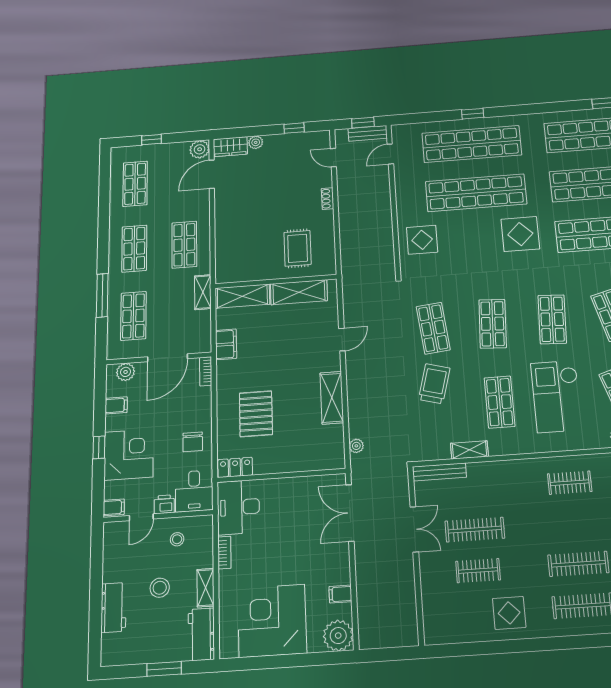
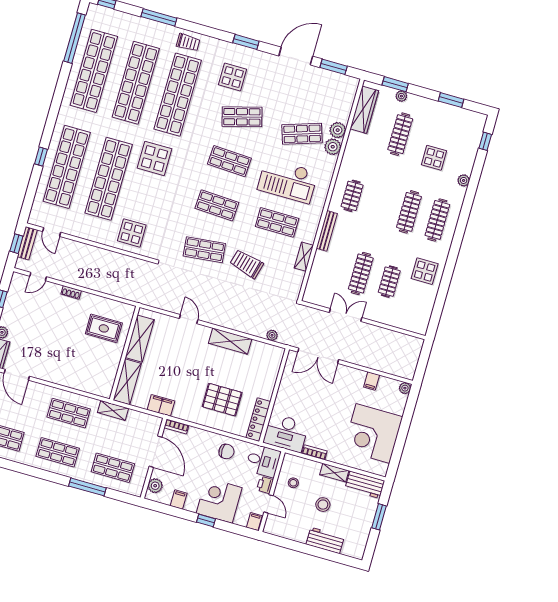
locker: (235, 467) -> (258, 420), width x1.53
bench: (439, 472) -> (327, 231), moved
plant: (338, 636) -> (405, 388), width x0.53, depth x0.53

